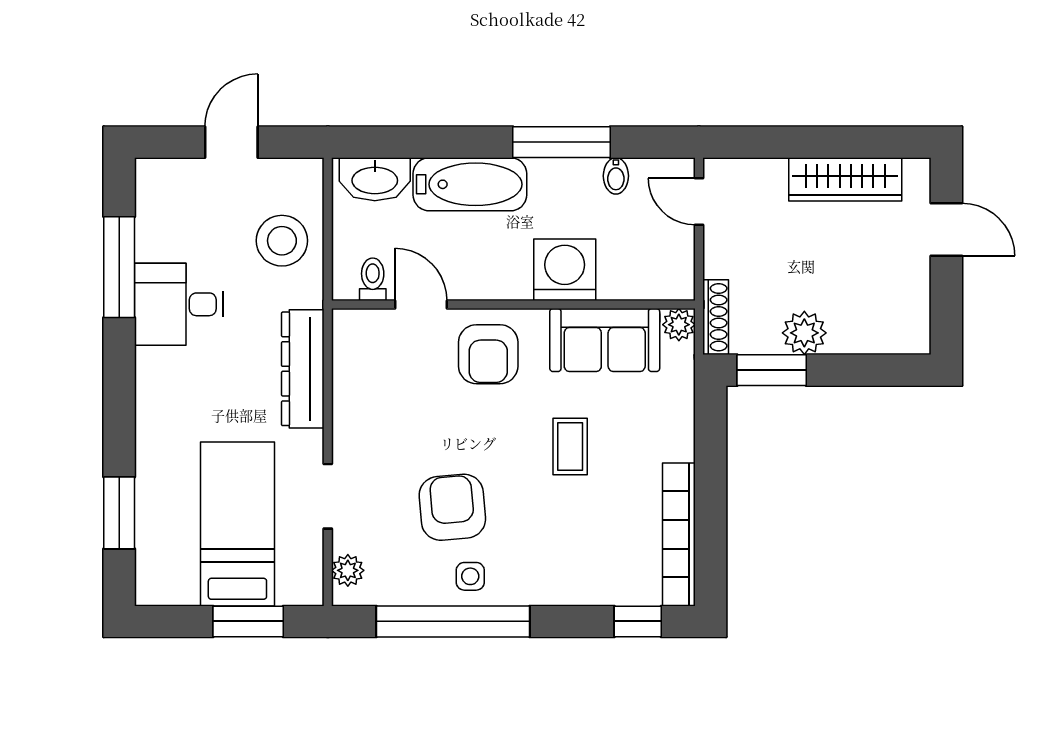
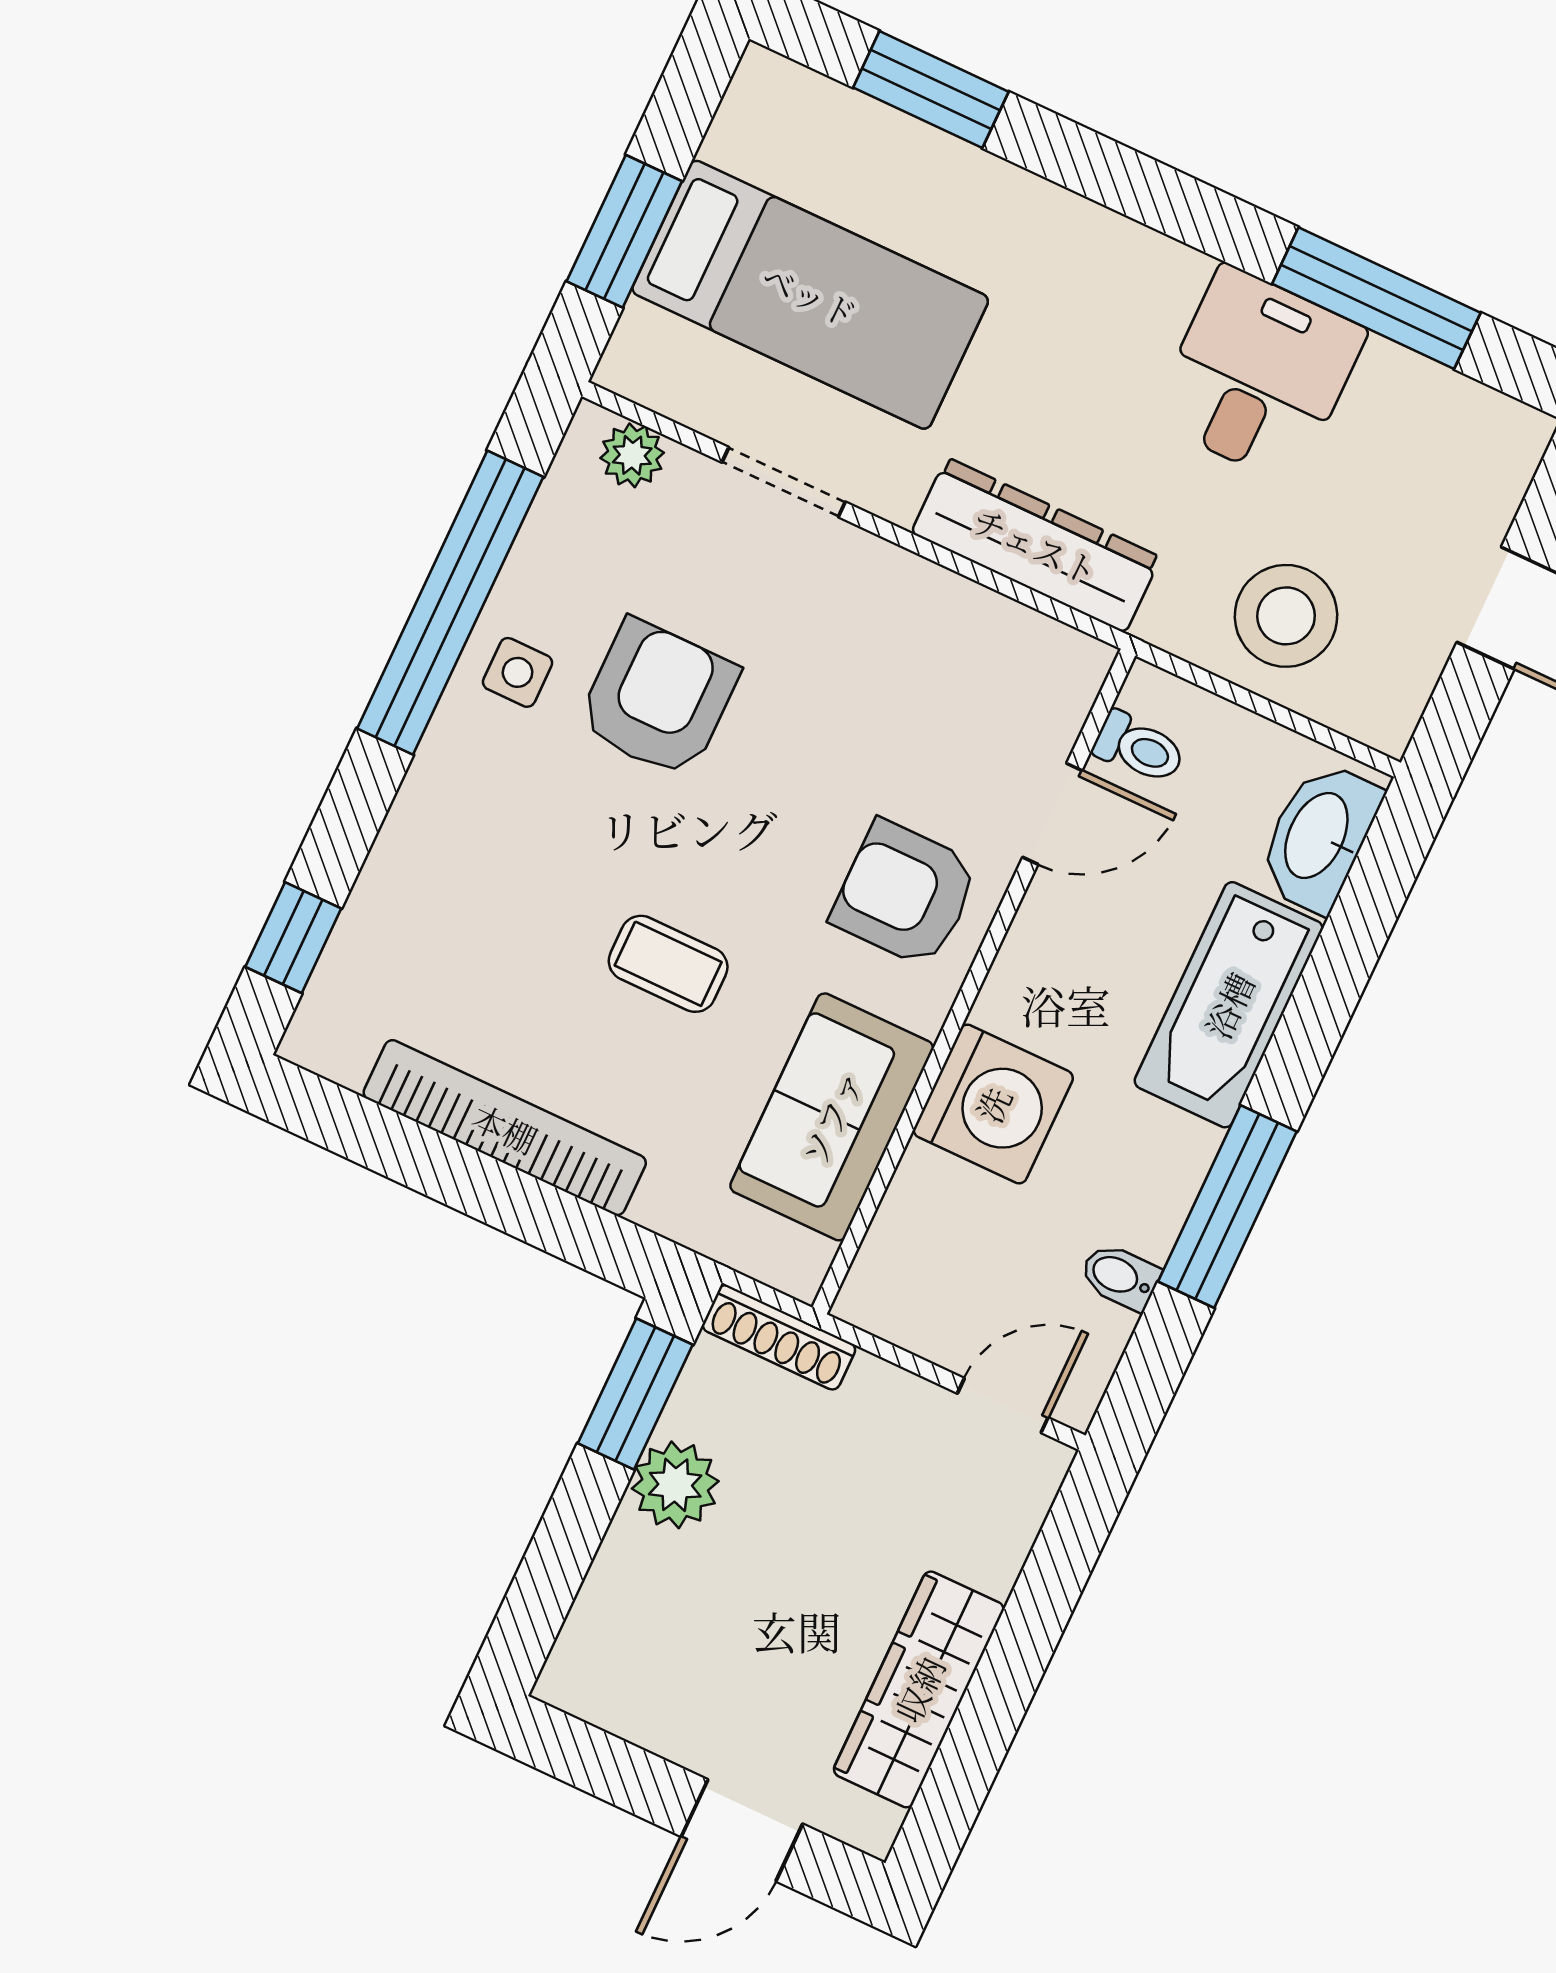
plant: (679, 325) -> (797, 1264), removed
armchair: (452, 507) -> (658, 699), turned -85
bookcase: (679, 534) -> (505, 1128), moved

